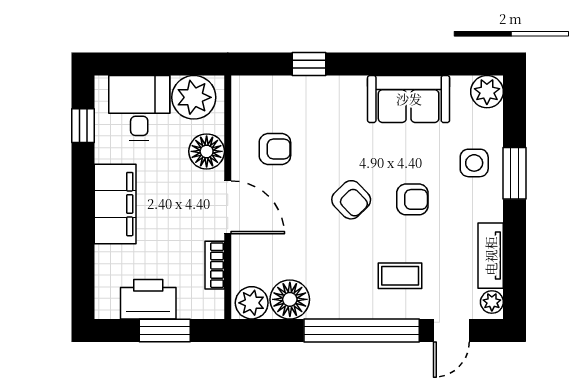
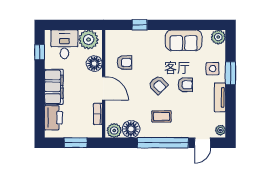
tv unit: (491, 256) -> (220, 97), moved
coffee table: (400, 276) -> (161, 116), moved
printer: (148, 299) -> (53, 118), moved, turned 90

